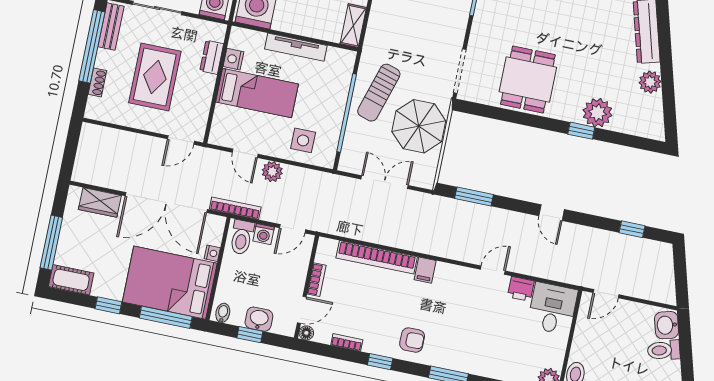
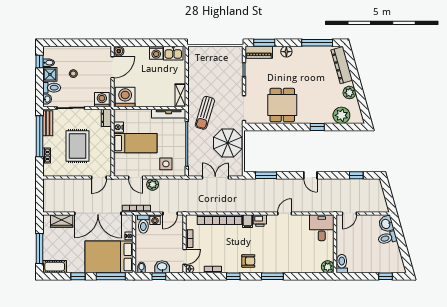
tv unit: (296, 47) -> (169, 114), moved
dresser: (212, 57) -> (106, 118), moved
sun lounger: (379, 93) -> (205, 113), moved
plant: (598, 113) -> (341, 115), moved
printer: (521, 289) -> (260, 221), moved

